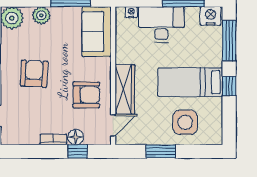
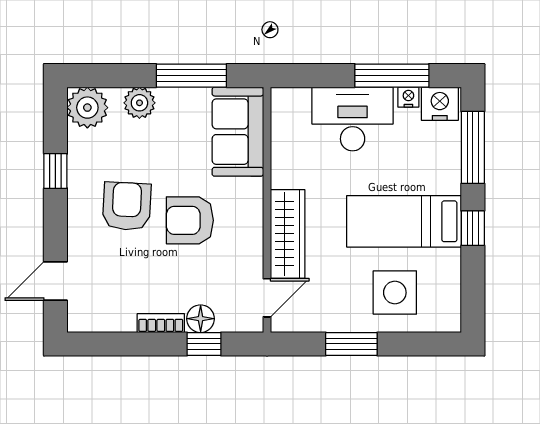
nightstand: (131, 12) -> (408, 97), moved
armchair: (86, 95) -> (190, 220), moved, turned 180

